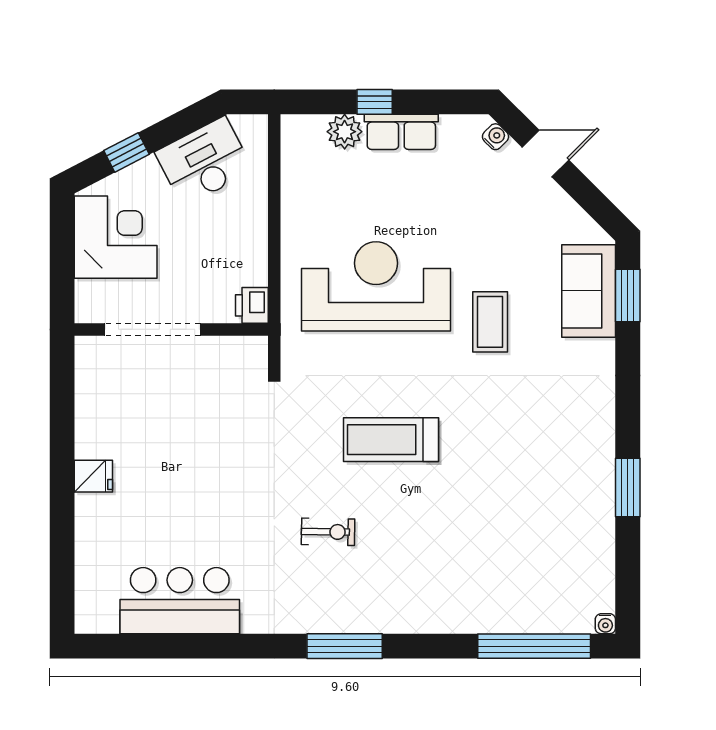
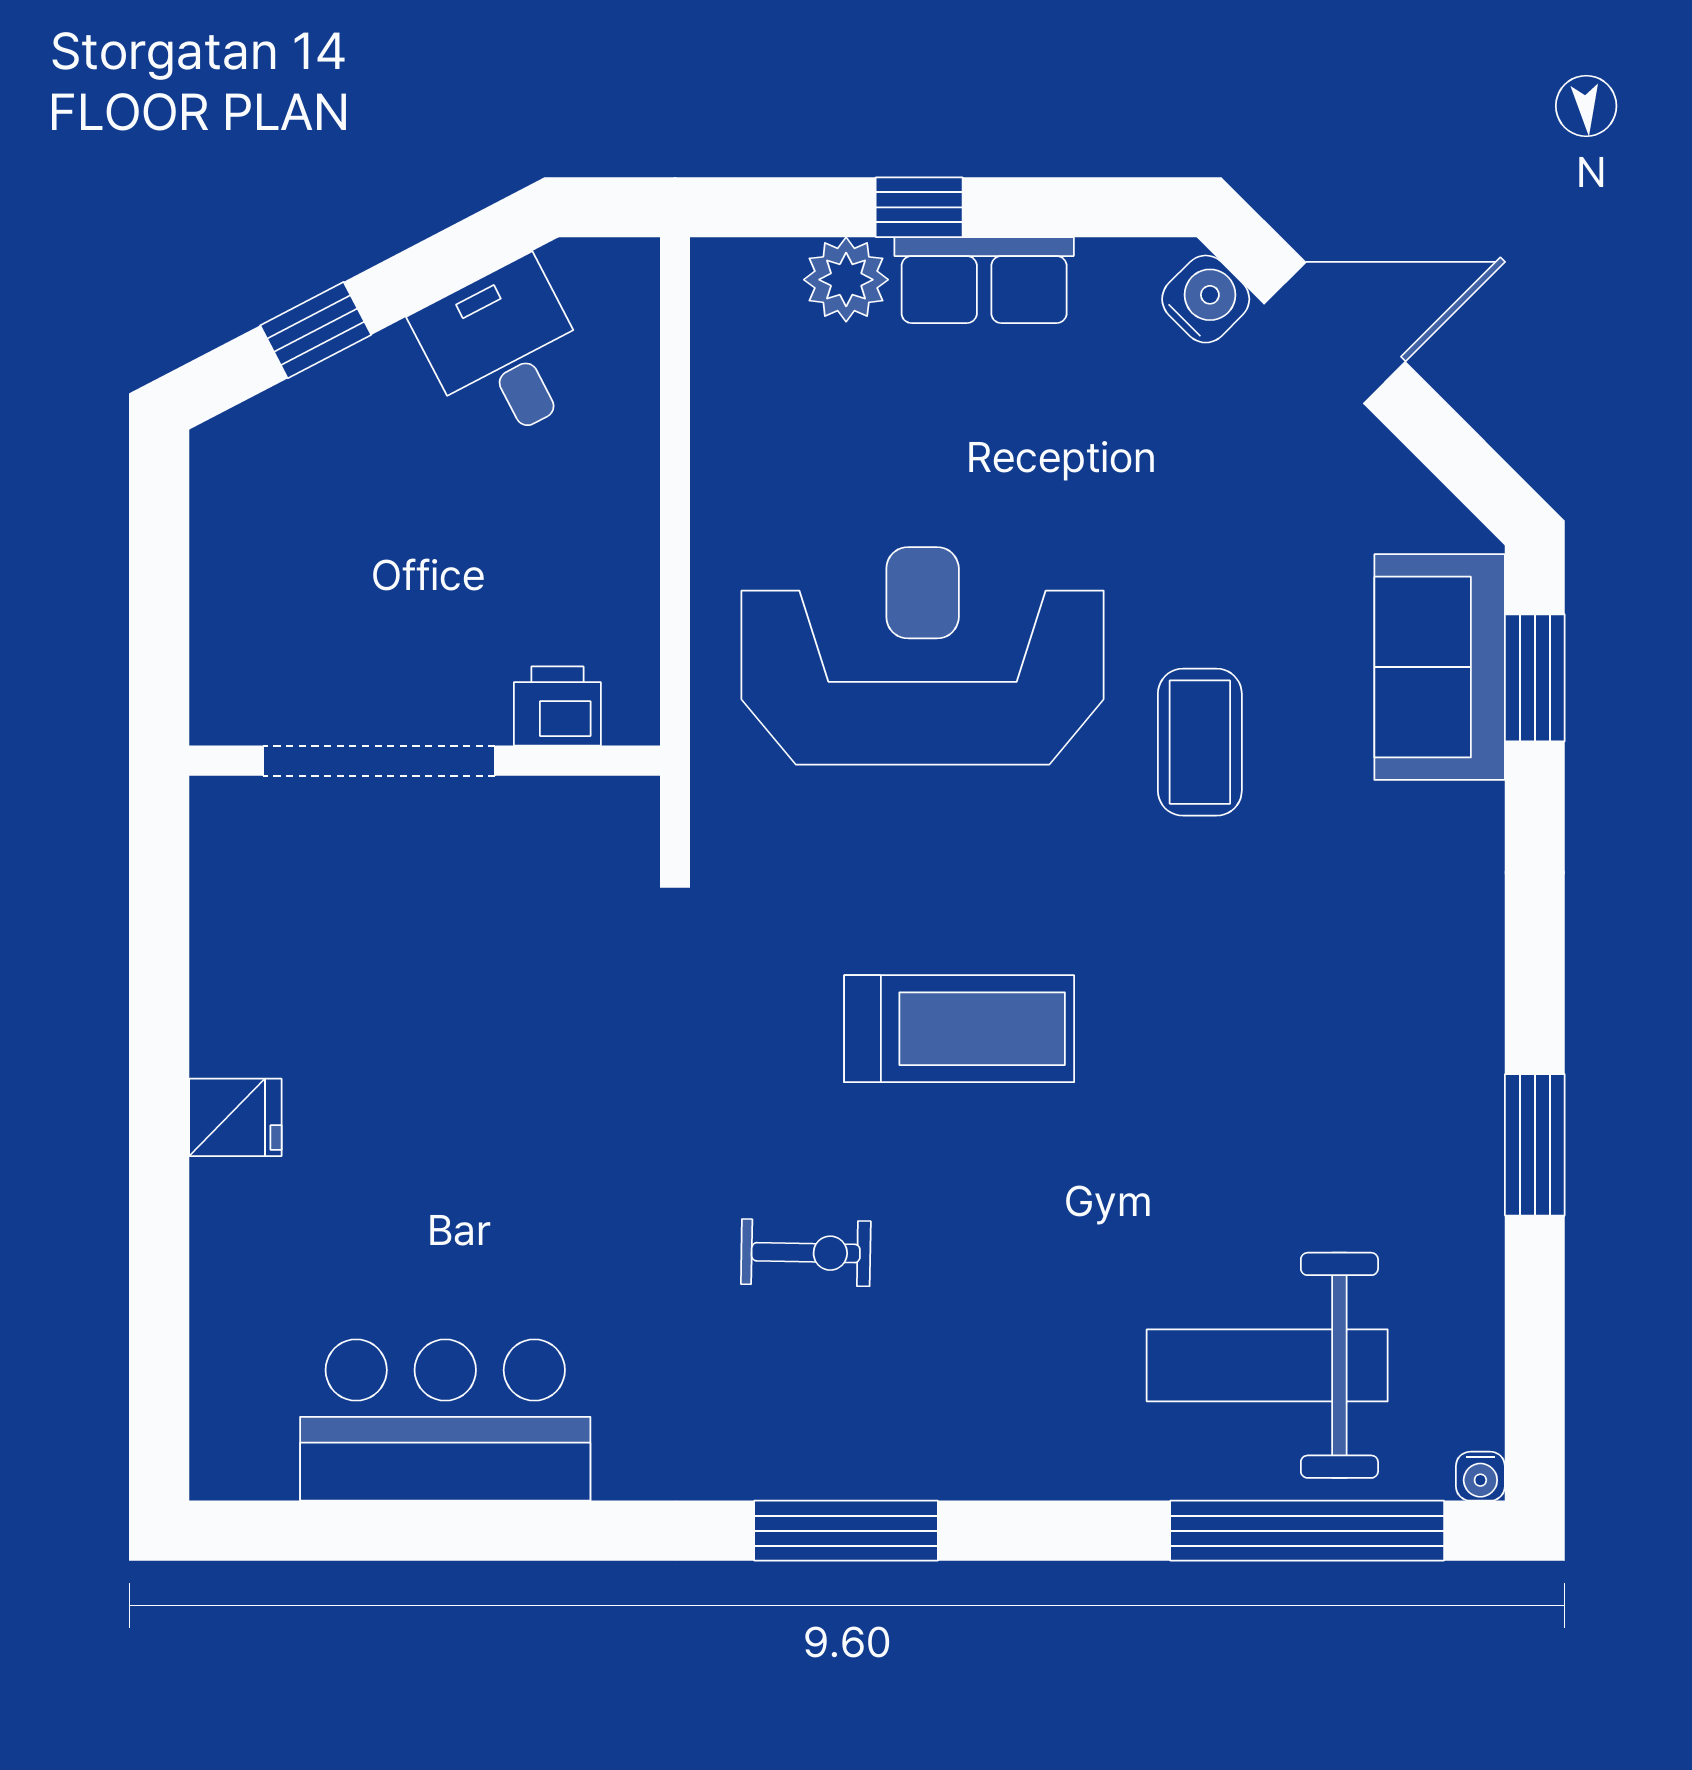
water cooler: (495, 137) -> (1206, 299), width x1.38, depth x1.38
door: (545, 154) -> (1335, 333), width x1.38
desk: (204, 161) -> (505, 352), width x0.73
corner desk: (116, 237) -> (289, 536), removed
printer: (252, 305) -> (557, 706), moved, turned 90
treadmill: (391, 440) -> (959, 1029), turned 180
weight bench: (518, 578) -> (1267, 1365), added

